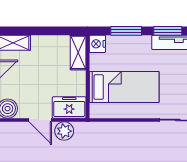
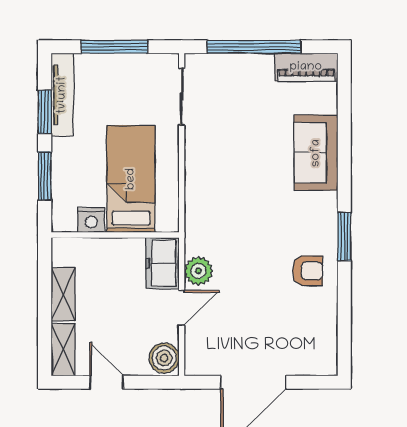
nightstand: (97, 44) -> (91, 220), moved
shelving: (78, 52) -> (63, 294), moved, turned 90

